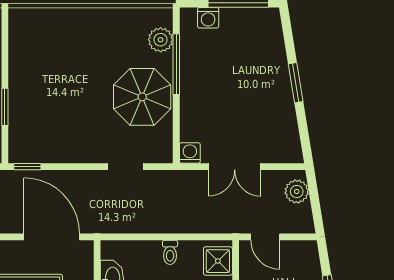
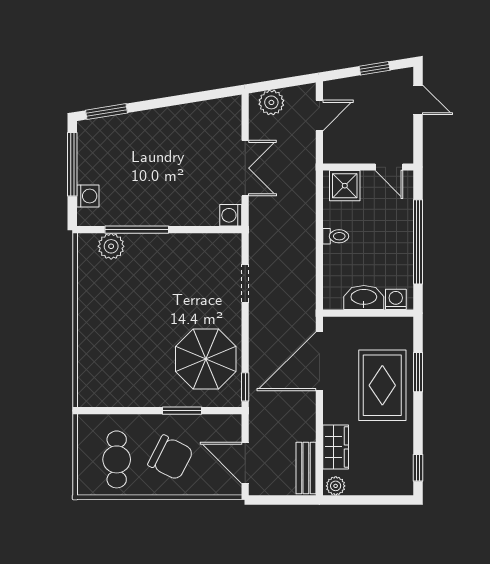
window: (296, 83) -> (107, 112), moved
parasol: (142, 97) -> (206, 359), moved
door: (265, 237) -> (319, 115), moved

